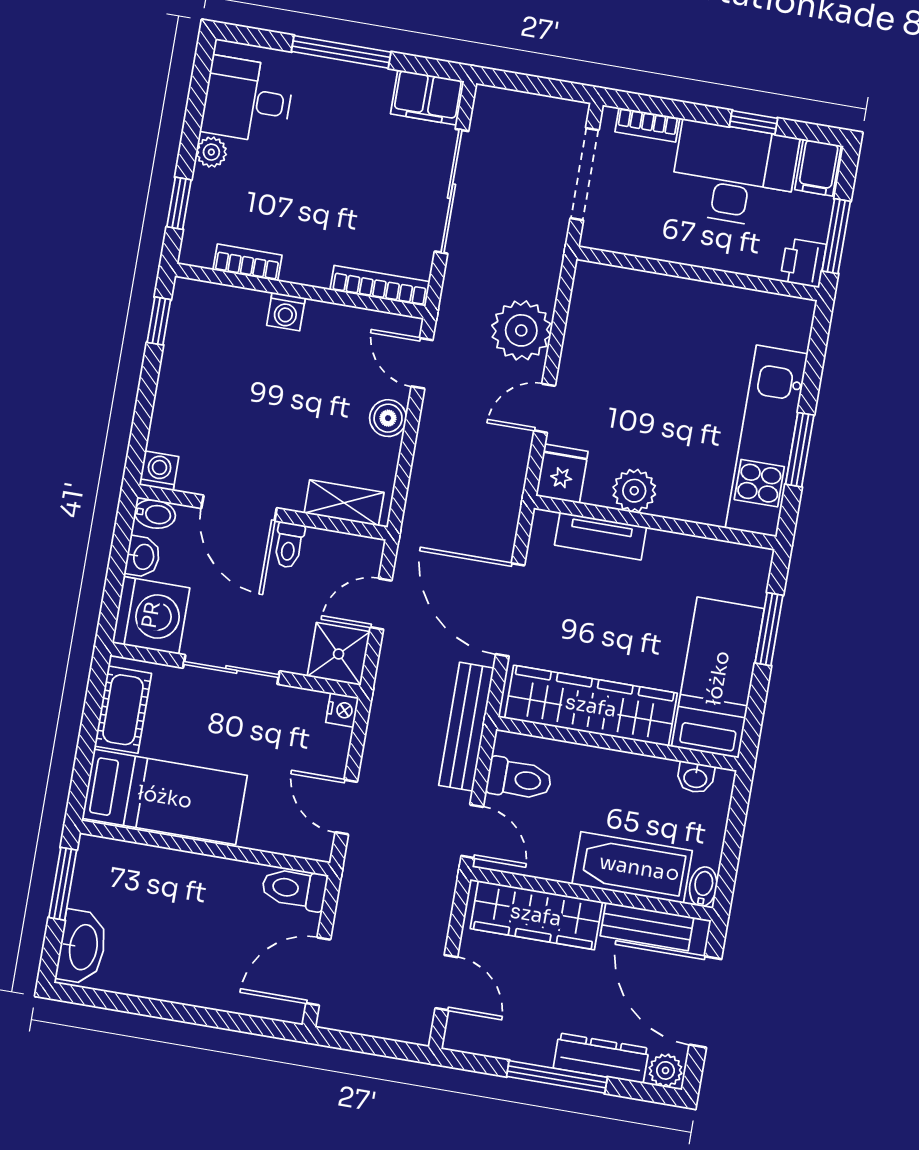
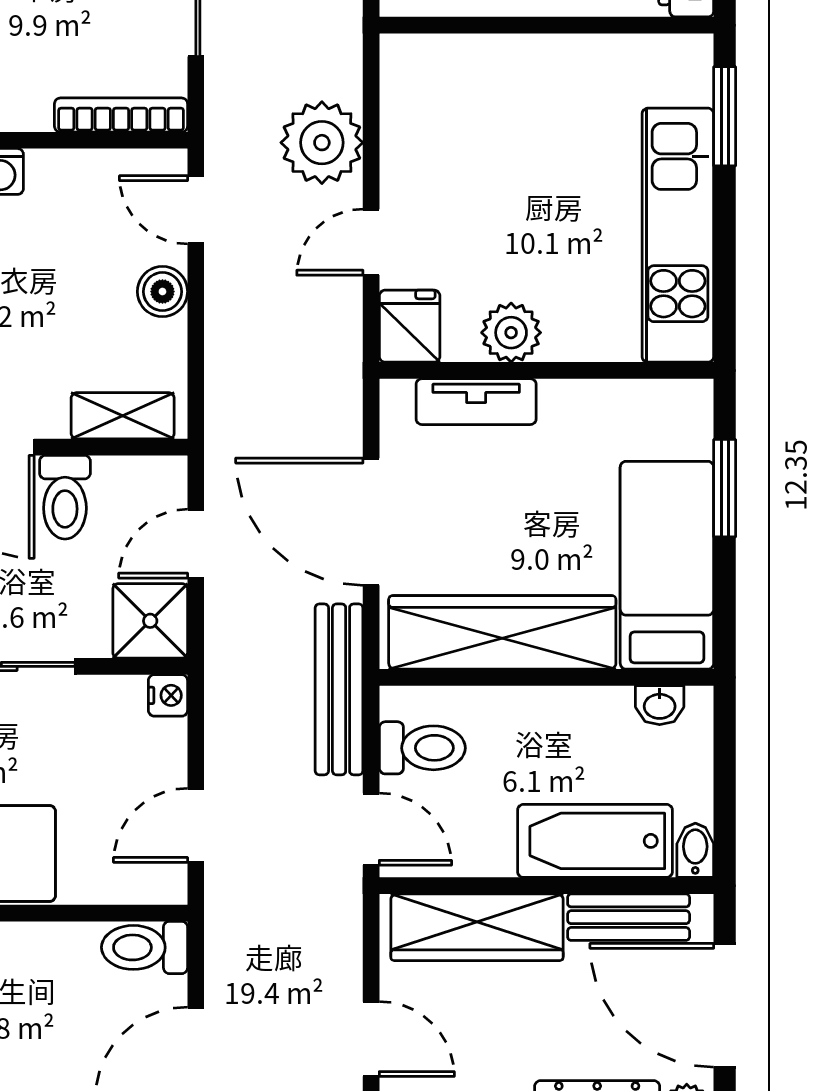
window: (800, 450) -> (725, 116), moved
toilet: (289, 545) -> (65, 497), width x1.37, depth x1.39
door: (346, 807) -> (196, 825), hinge flipped

